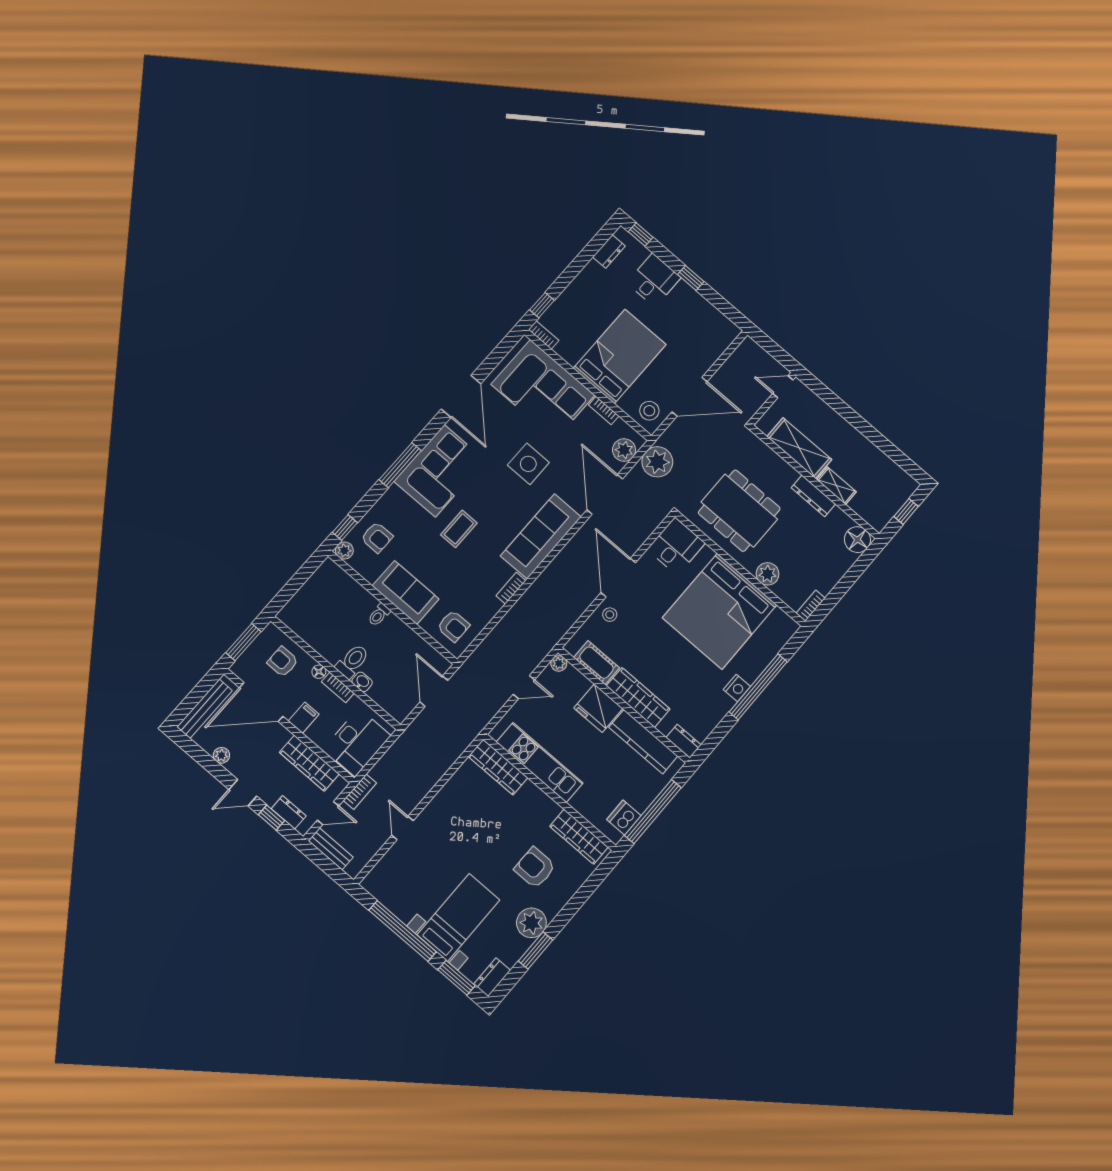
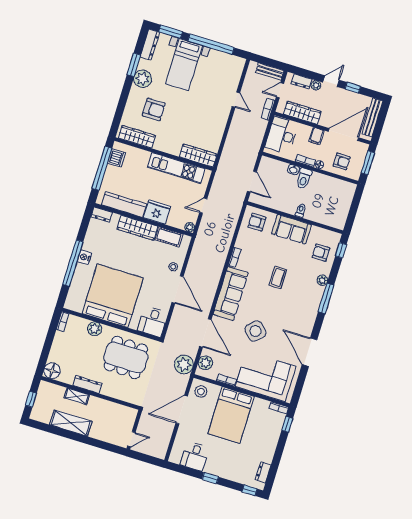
desk: (654, 280) -> (195, 456), moved
shelving: (799, 448) -> (71, 423), moved
side table: (528, 464) -> (255, 331), turned 45
corner sofa: (440, 471) -> (303, 305), removed
plant: (344, 551) -> (322, 280), moved
plant: (221, 755) -> (316, 85), moved
window: (271, 818) -> (353, 88), moved
dresser: (492, 977) -> (150, 45), width x1.44

